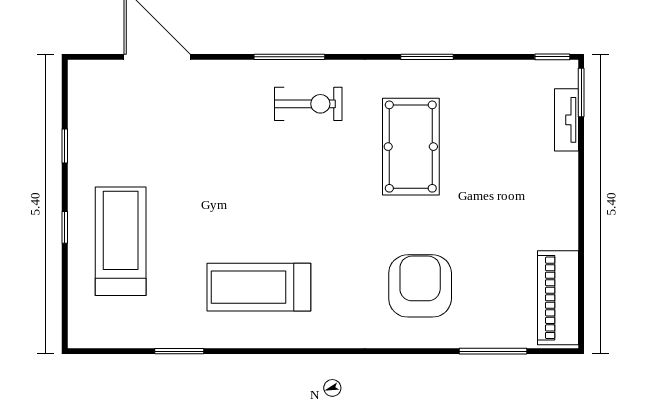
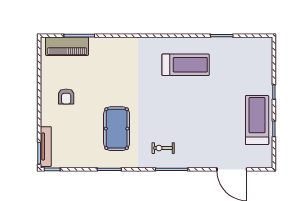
exercise bike: (308, 104) -> (163, 148), width x0.73, depth x0.72
tv unit: (566, 120) -> (46, 147), width x1.41
treadmill: (121, 241) -> (257, 120), moved, turned 180
armchair: (420, 286) -> (66, 96), moved, width x0.53, depth x0.53
piano: (558, 298) -> (67, 46), moved, turned 90

